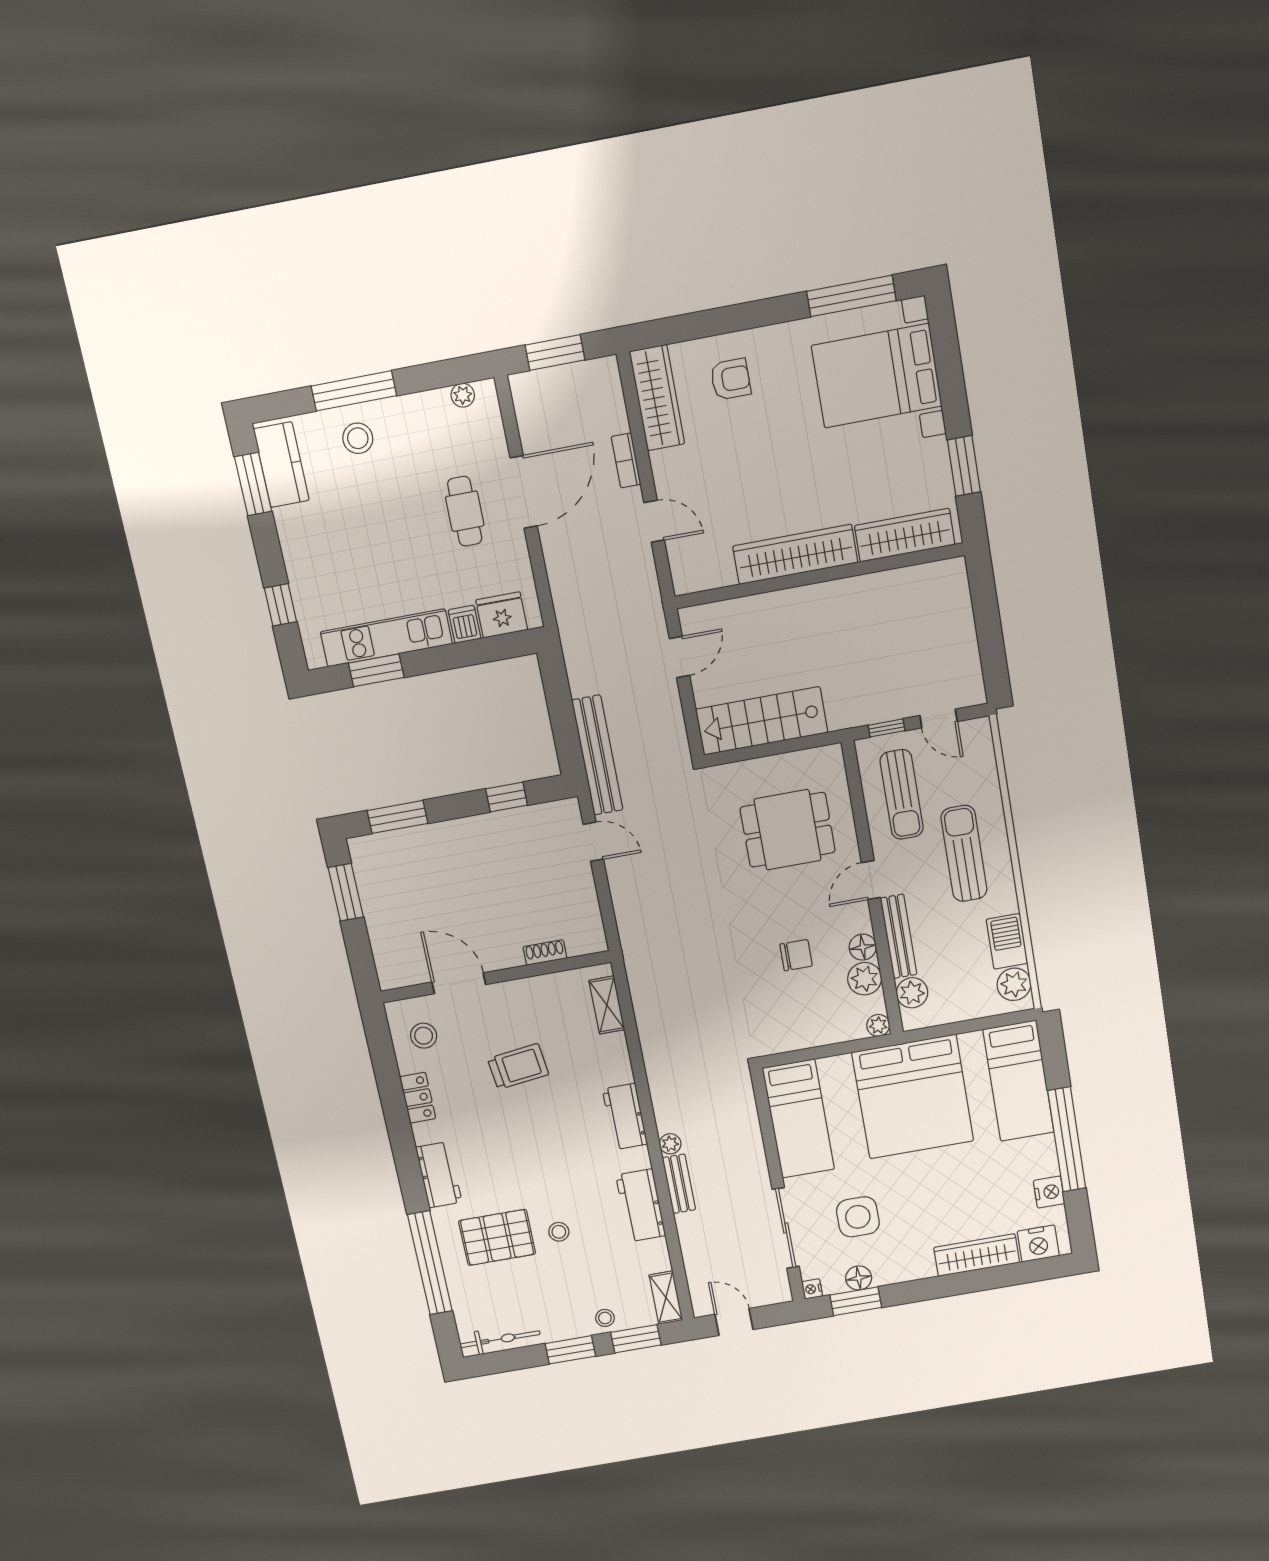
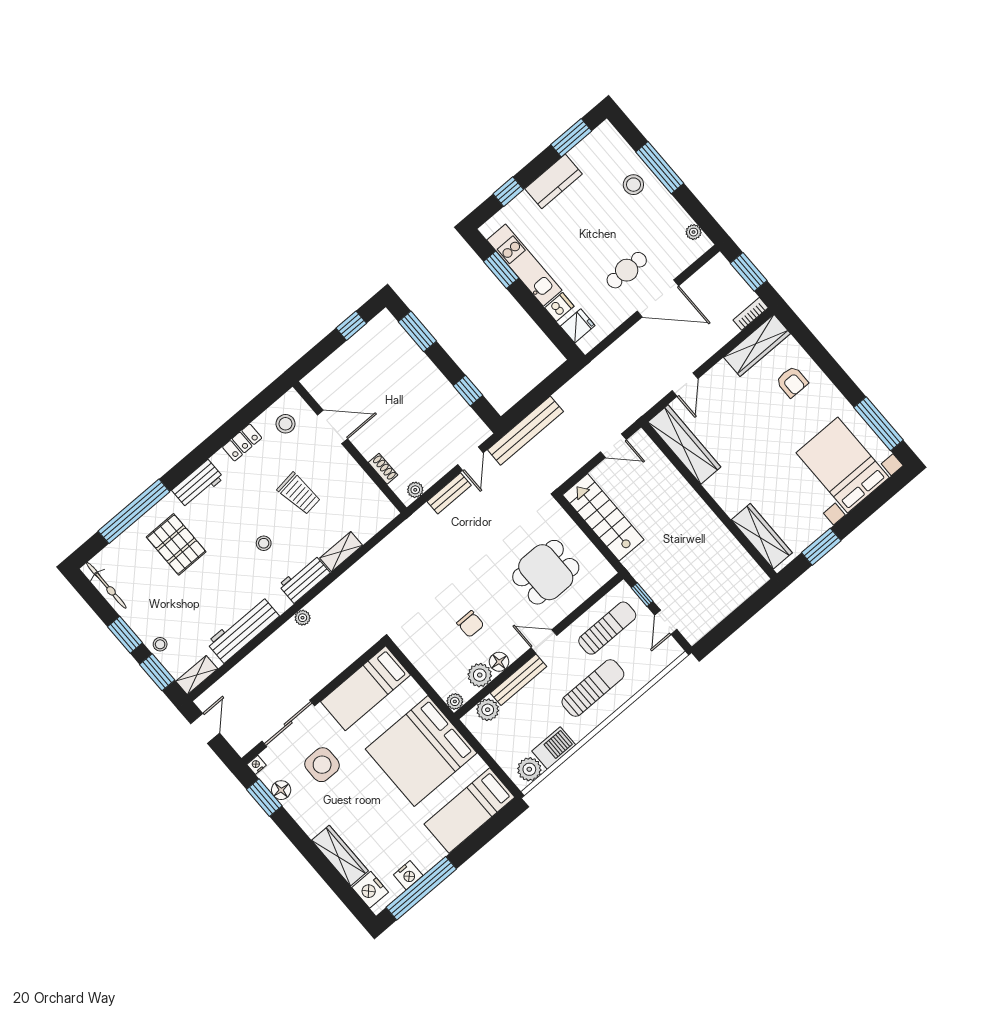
bookcase: (626, 460) -> (751, 314), moved
kitchen counter: (281, 465) -> (553, 181), moved
wardrobe: (795, 554) -> (684, 444), moved
fridge: (502, 615) -> (578, 326), width x0.72
sun lounger: (902, 794) -> (607, 628), turned 180
dining table: (788, 830) -> (546, 572), turned 90
window: (346, 892) -> (351, 326), width x0.67
plant: (593, 929) -> (415, 490), added
door: (459, 983) -> (332, 427), hinge flipped
shelving: (607, 1005) -> (341, 552), moved
window: (1067, 1139) -> (421, 888), moved
bench: (679, 1184) -> (449, 493), moved
workbench: (641, 1205) -> (243, 629), width x1.37
stool: (559, 1232) -> (264, 543), moved

